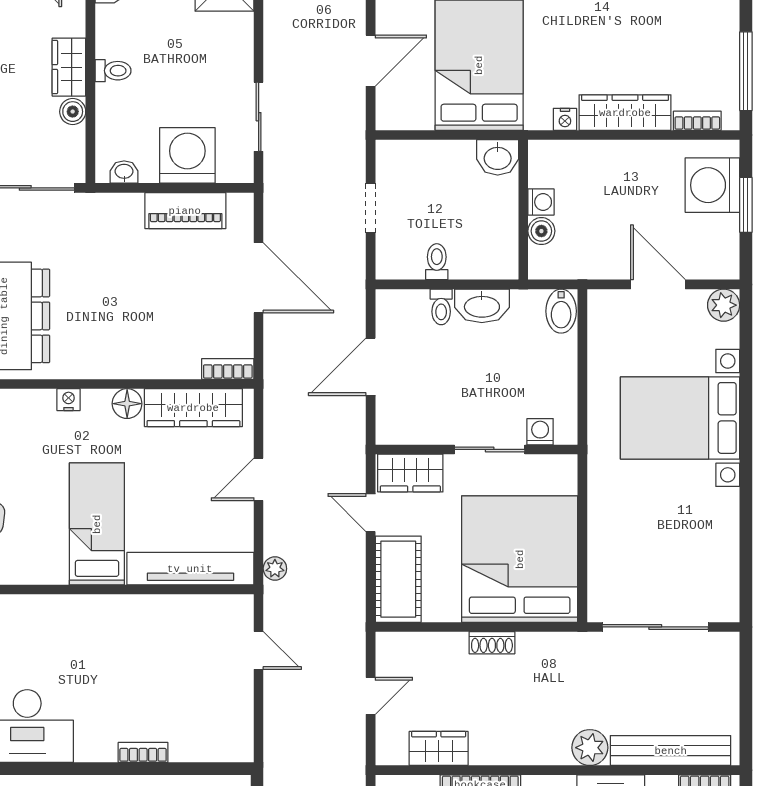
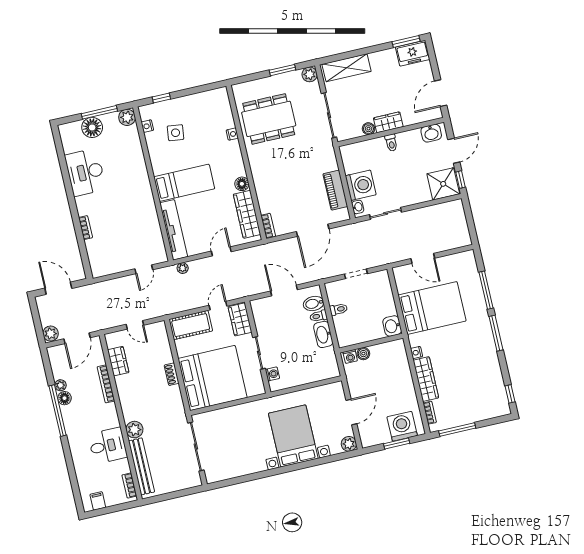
washbasin: (124, 172) -> (358, 207), moved
washing machine: (541, 202) -> (350, 356), moved
bidet: (561, 311) -> (314, 304), moved
nightstand: (68, 400) -> (232, 134), moved
door: (259, 479) -> (221, 251), hinge flipped

